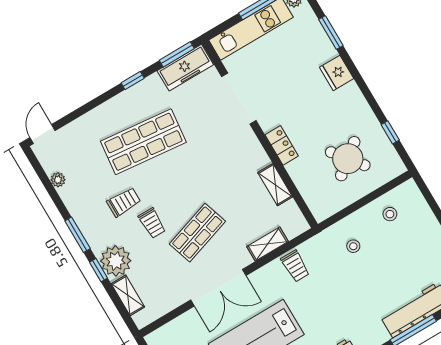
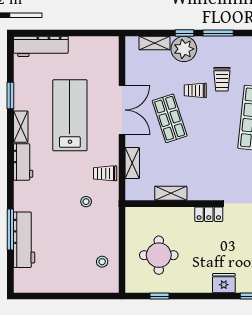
locker: (282, 145) -> (209, 214), moved
round table: (348, 159) -> (159, 255), turned 38
stool: (353, 246) -> (86, 202), moved
double door: (218, 288) -> (122, 110), swing flipped

